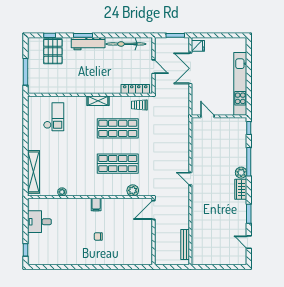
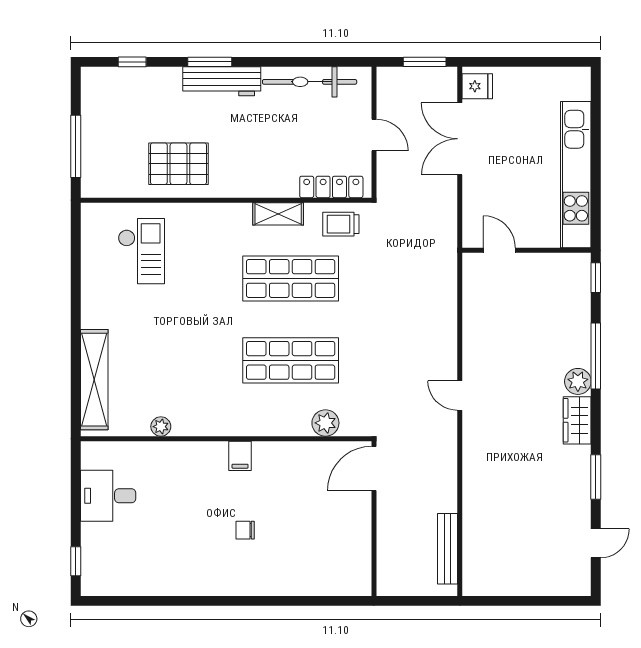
pallet: (53, 51) -> (179, 164), moved, turned 90
shelving: (98, 101) -> (278, 214), moved
door: (249, 242) -> (596, 543), swing flipped

